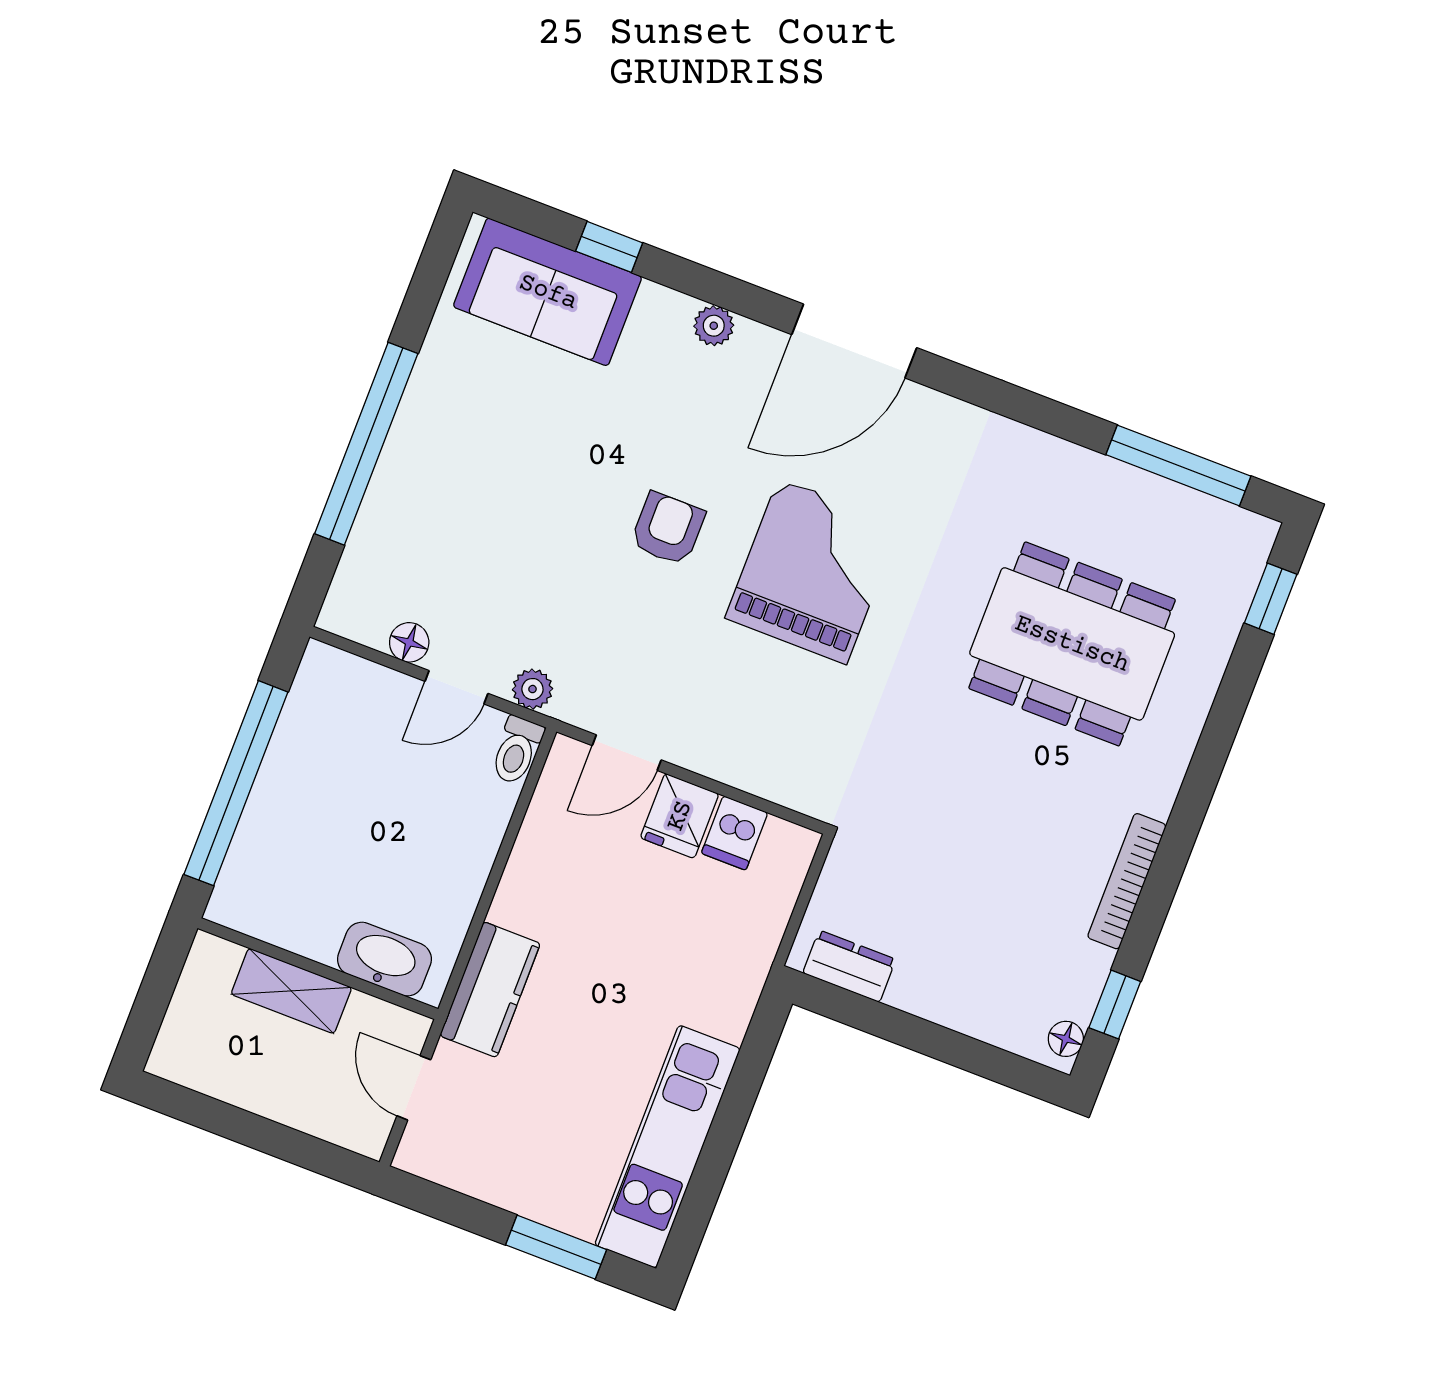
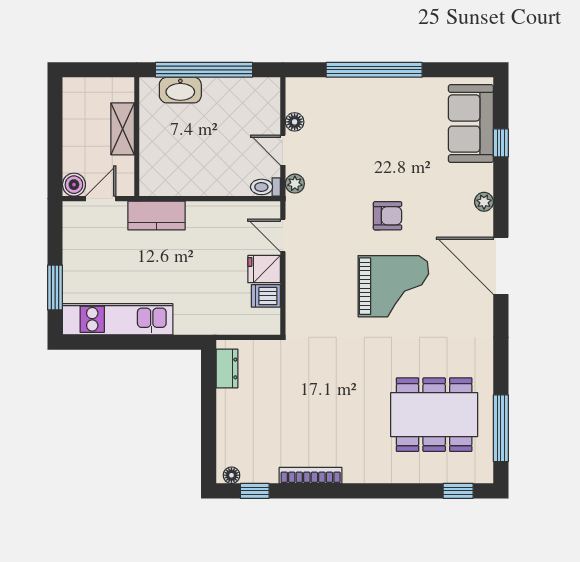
dining table: (1072, 644) -> (434, 415), moved, turned 90
washbasin: (384, 959) -> (180, 90), moved, turned 90
boiler: (365, 1131) -> (74, 185), added

